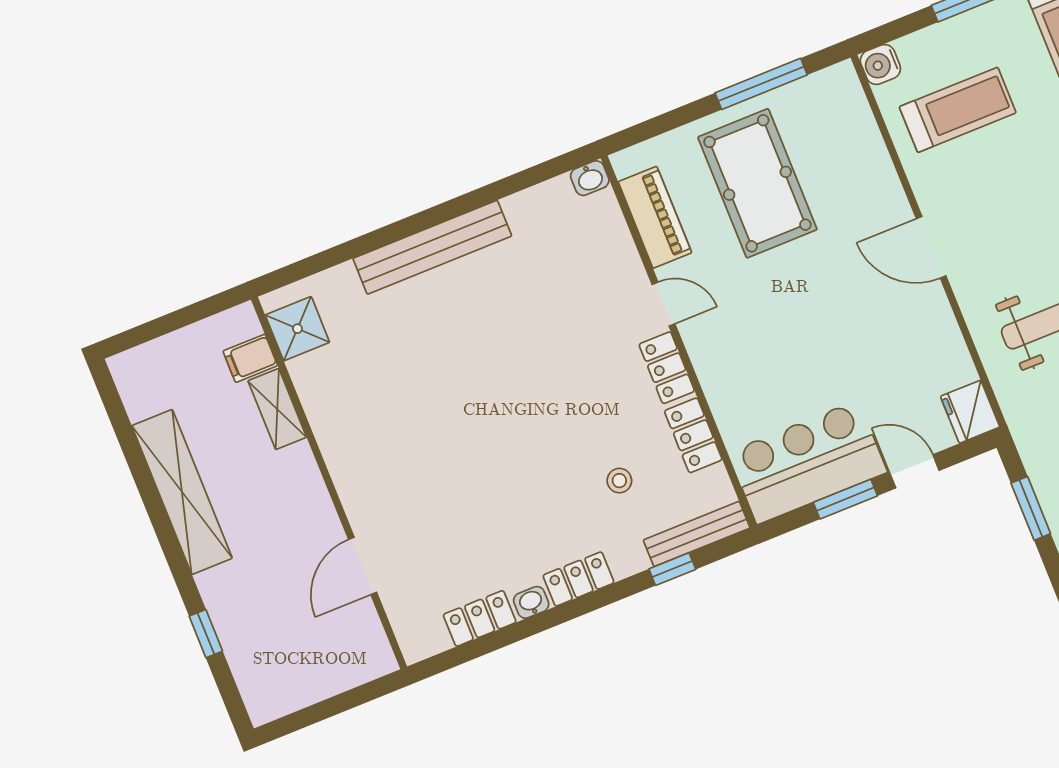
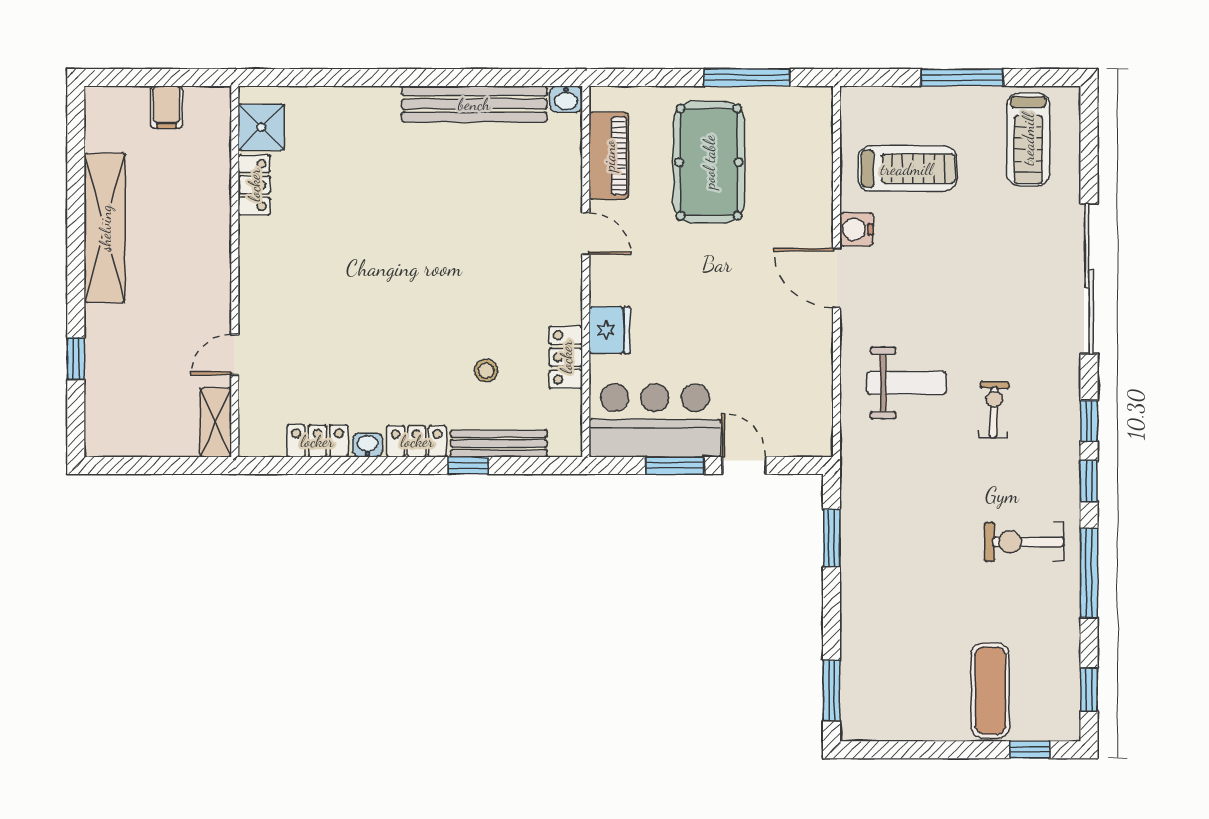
water cooler: (880, 65) -> (856, 229), moved
bench: (432, 247) -> (474, 104), moved
filing cabinet: (250, 358) -> (167, 107), moved, turned -90
locker: (667, 368) -> (254, 185), moved, turned 180
shelving: (277, 409) -> (216, 422), moved
fridge: (970, 412) -> (609, 330), moved, turned 180
bench: (697, 534) -> (499, 444), moved
door: (363, 566) -> (235, 355), width x0.73
window: (672, 569) -> (468, 465), moved

